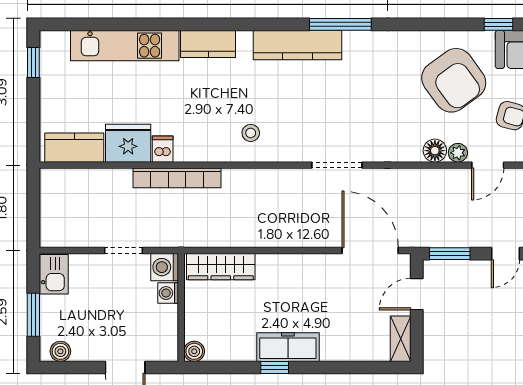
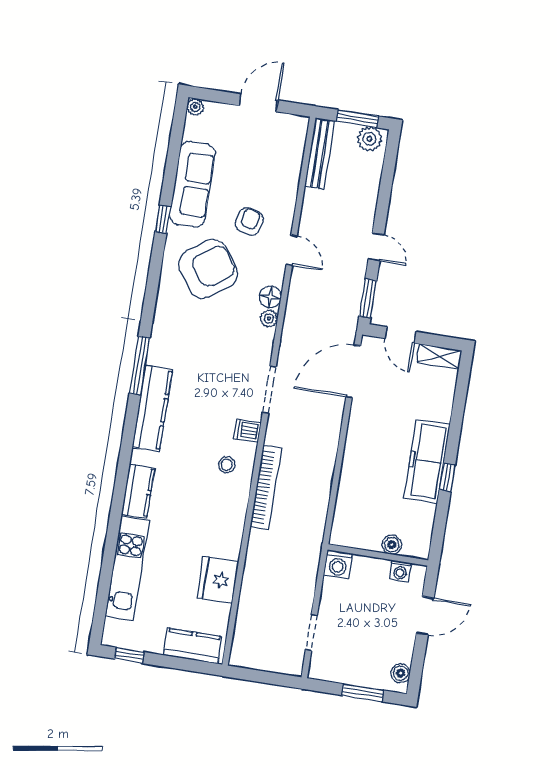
kitchen counter: (74, 148) -> (193, 646), moved, turned 90
dishwasher: (163, 149) -> (247, 431), moved
plant: (458, 153) -> (269, 319), moved
bookcase: (177, 178) -> (266, 488), moved
doorway: (123, 251) -> (311, 632), moved
wardrobe: (221, 267) -> (346, 512), removed
kitchen sink: (54, 274) -> (328, 668), removed
washing machine: (168, 293) -> (400, 571), moved
freezer: (288, 347) -> (427, 461), width x1.36, depth x1.26
boiler: (194, 351) -> (392, 545), moved

